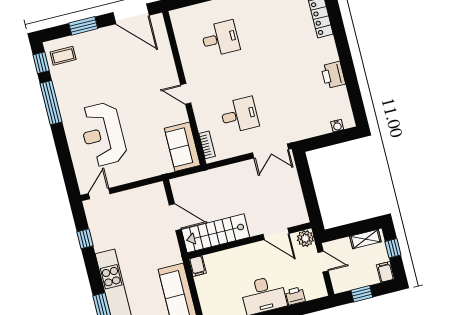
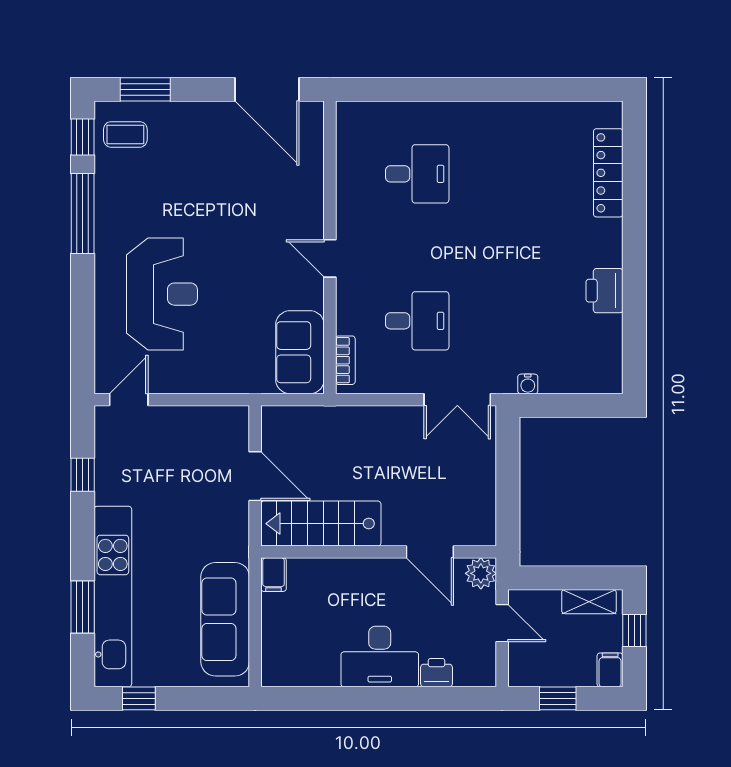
window: (83, 26) -> (145, 89), moved
water cooler: (337, 126) -> (528, 384), moved
reception desk: (103, 134) -> (162, 294), turned 180

